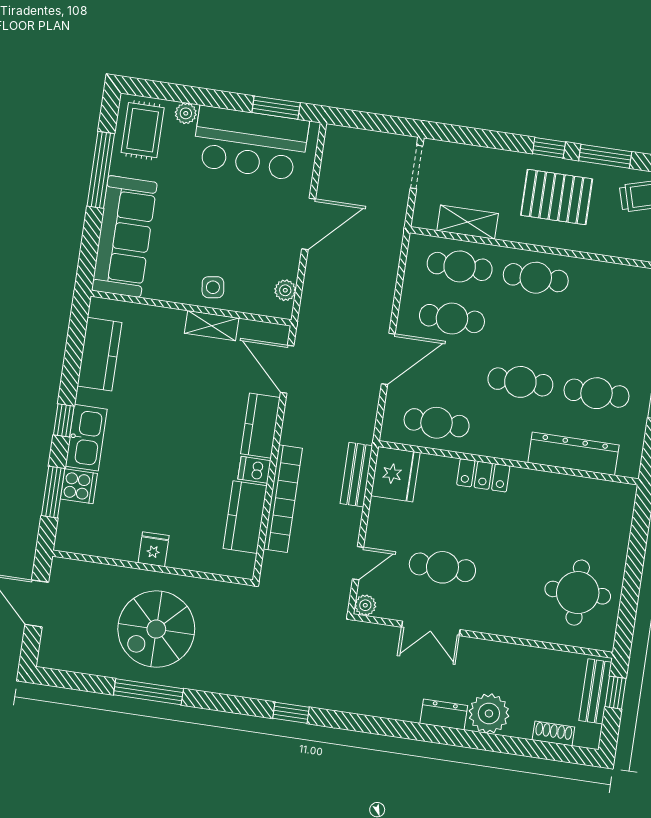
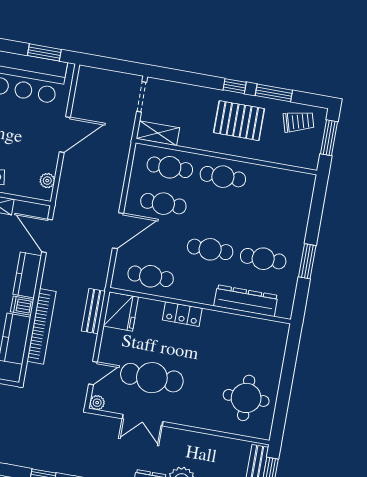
shelving: (468, 222) -> (158, 133), moved
cafe table: (442, 567) -> (152, 378), width x1.37, depth x1.35

